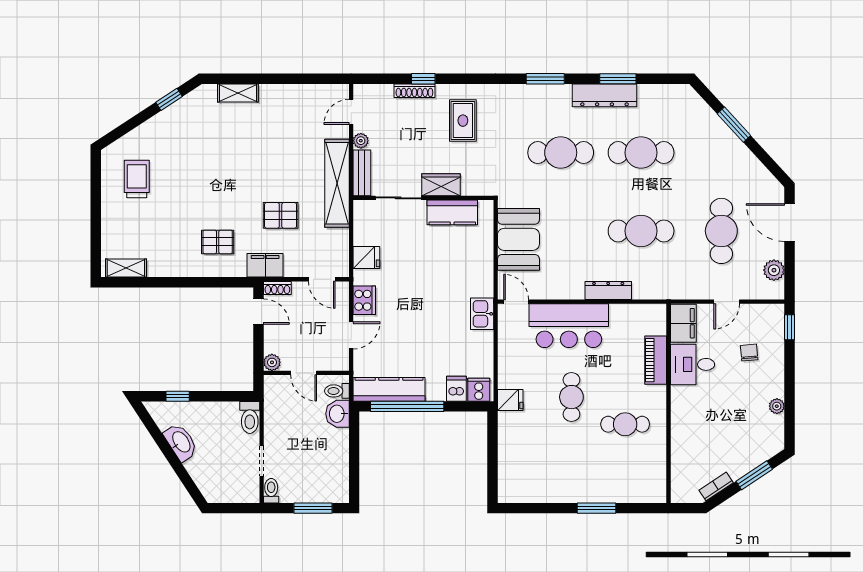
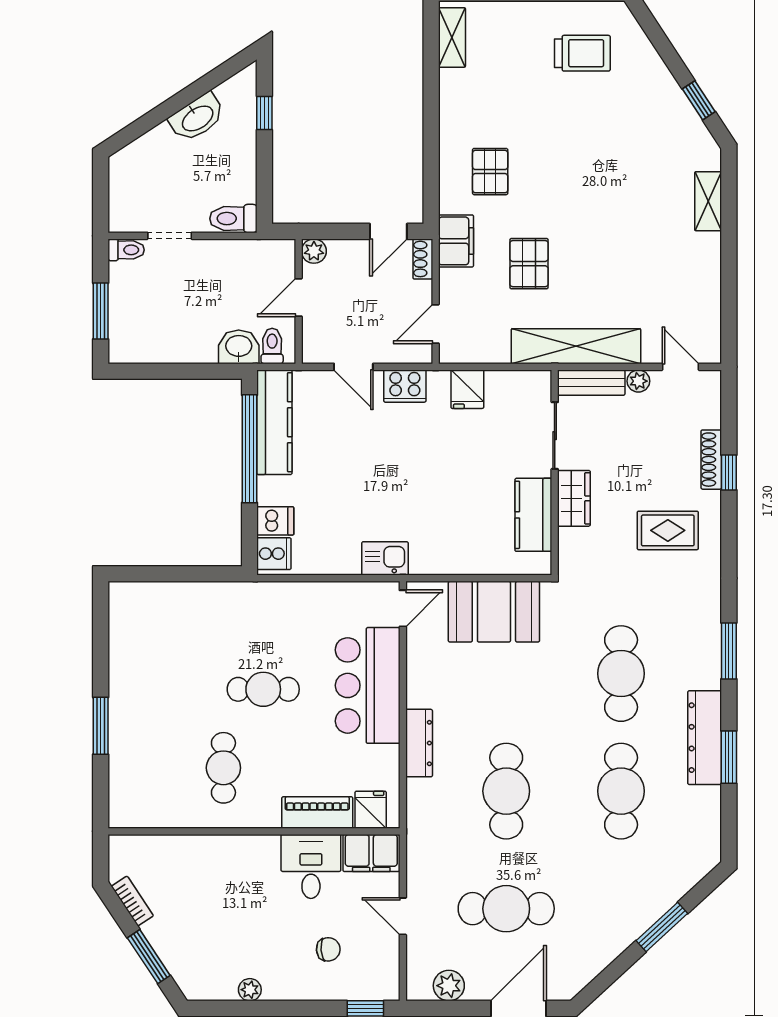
fridge: (510, 400) -> (371, 810), moved, turned 180

